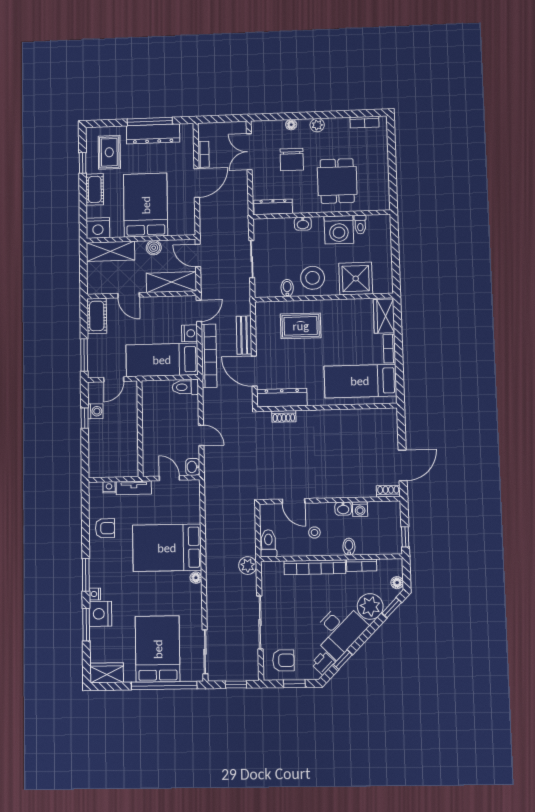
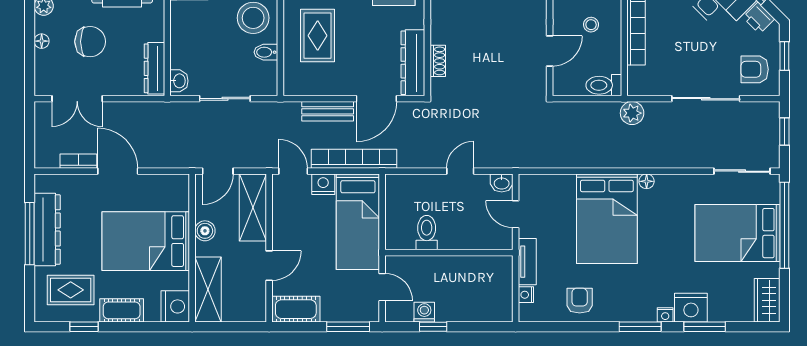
washbasin: (303, 224) -> (179, 81), moved
toilet: (185, 387) -> (427, 233), moved, turned 180
door: (169, 478) -> (516, 214), hinge flipped
armchair: (283, 660) -> (755, 69), turned -90

